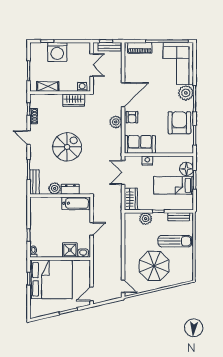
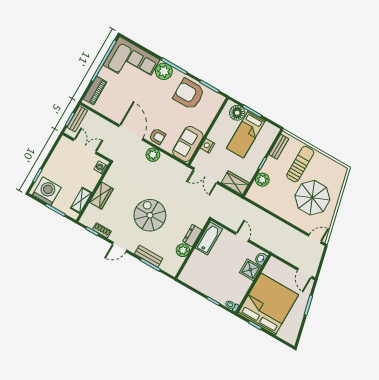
washing machine: (57, 52) -> (47, 191), moved, turned -90
wardrobe: (74, 100) -> (101, 195), moved
bench: (35, 182) -> (149, 256), moved

